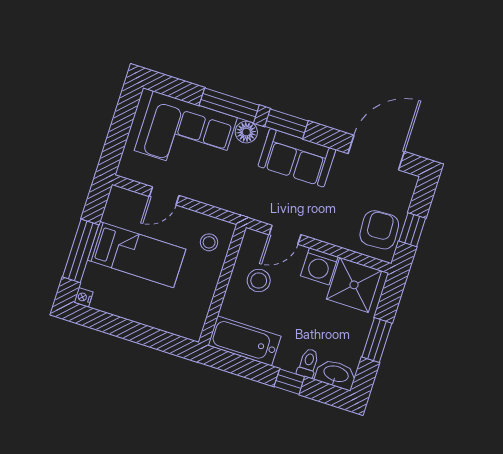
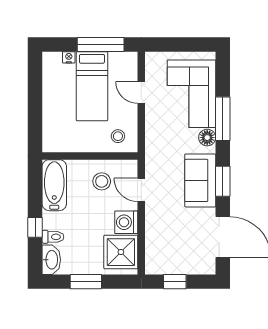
window: (286, 124) -> (223, 181), moved
armchair: (379, 230) -> (167, 258), removed
window: (81, 251) -> (101, 44), moved
nightstand: (83, 297) -> (69, 57), moved

